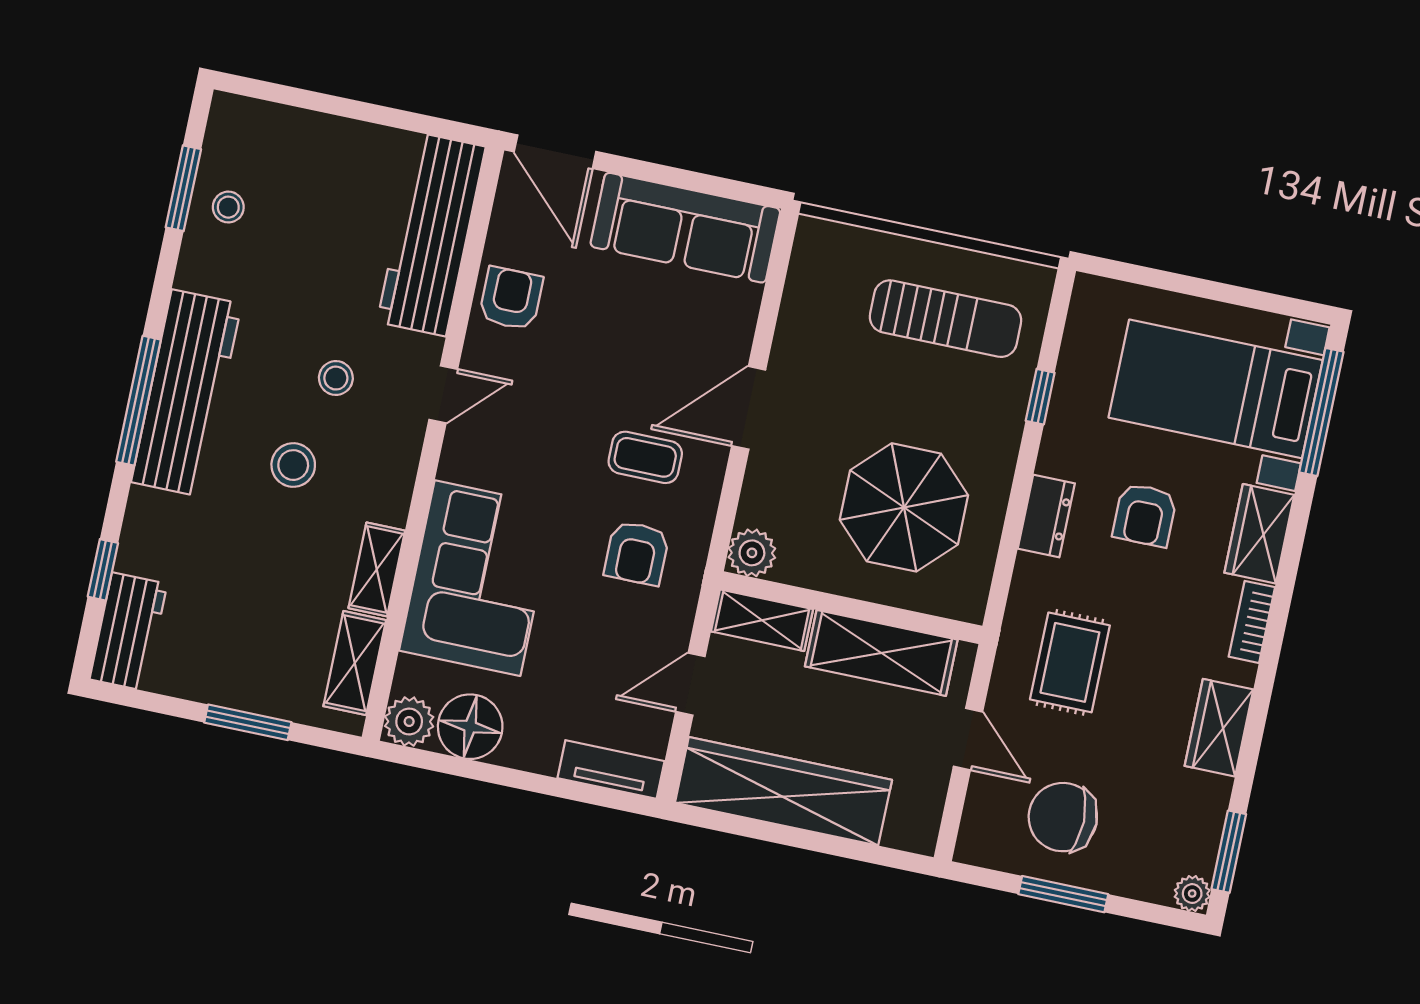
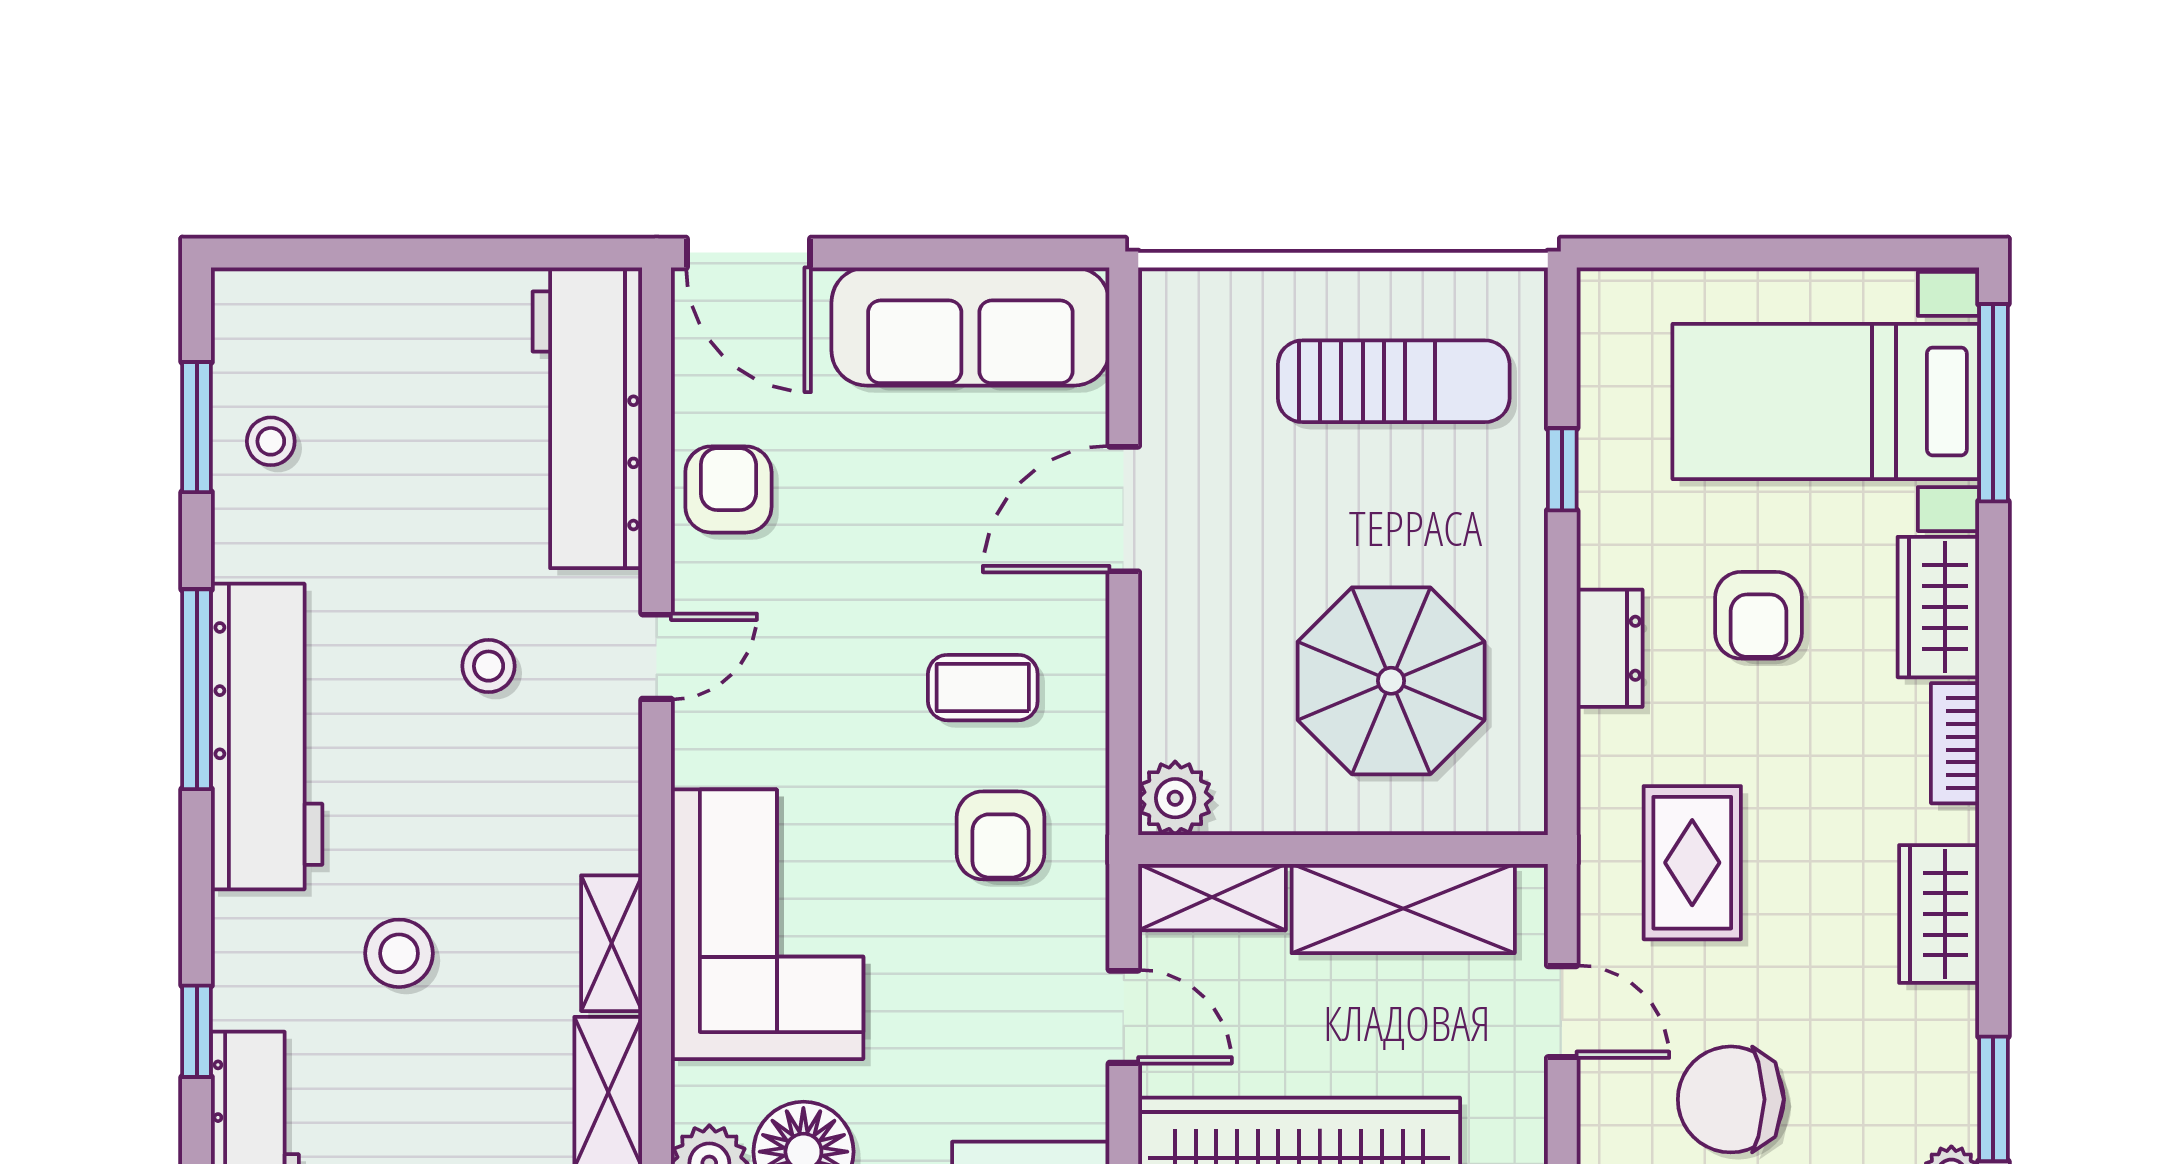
window: (139, 401) -> (197, 689), moved
door: (749, 408) -> (1124, 509), moved
stool: (293, 465) -> (399, 953), moved
door: (690, 684) -> (1124, 1017), swing flipped

